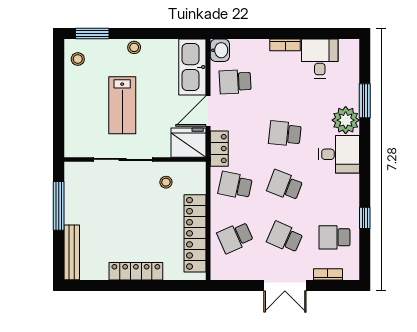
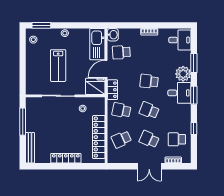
desk: (320, 58) -> (180, 40), moved, turned 90
window: (365, 158) -> (194, 95), added

